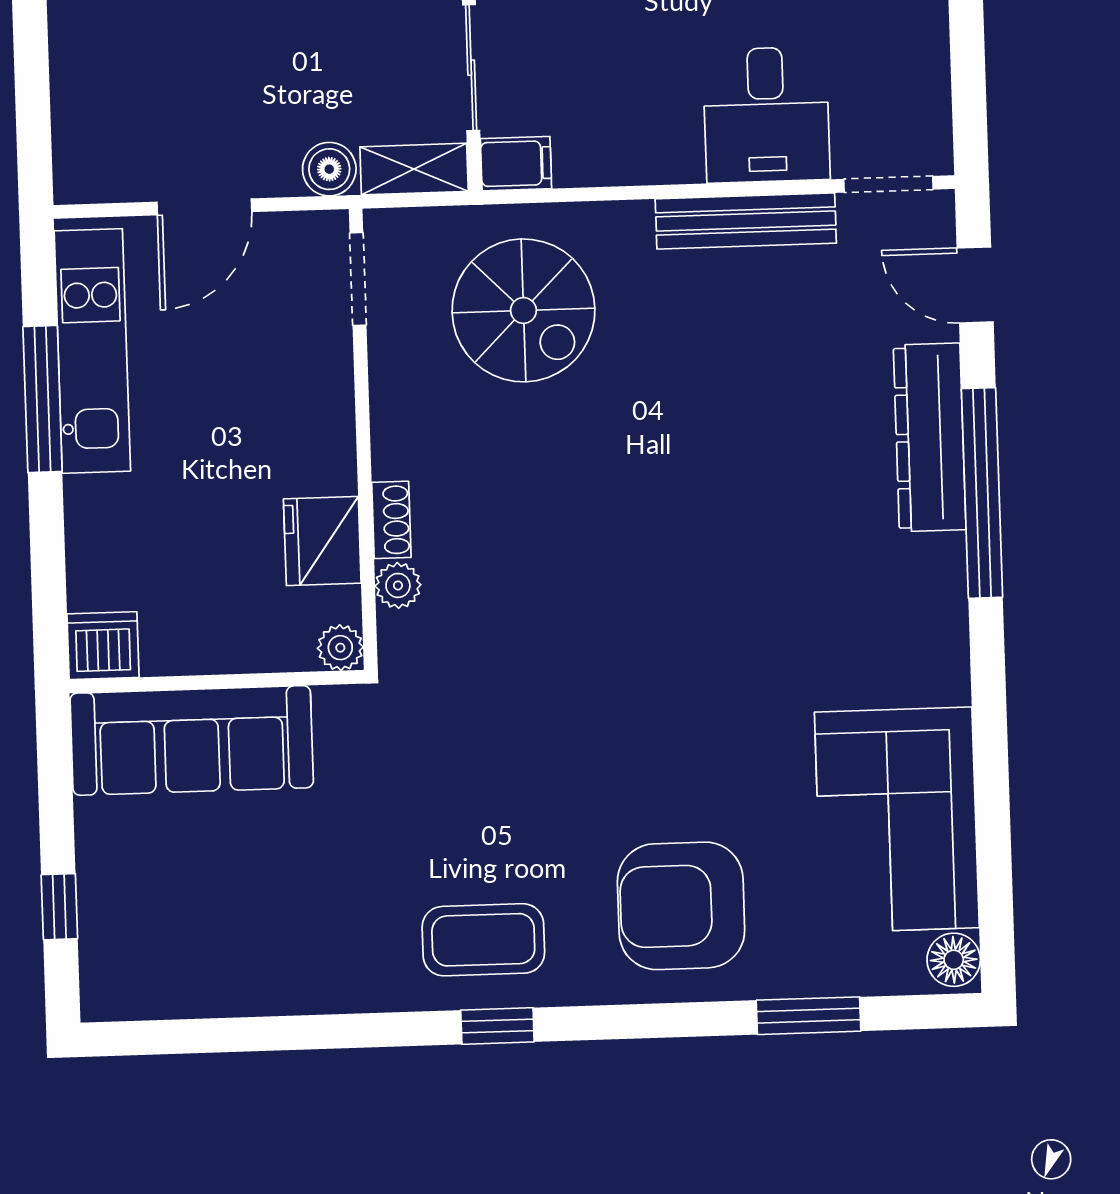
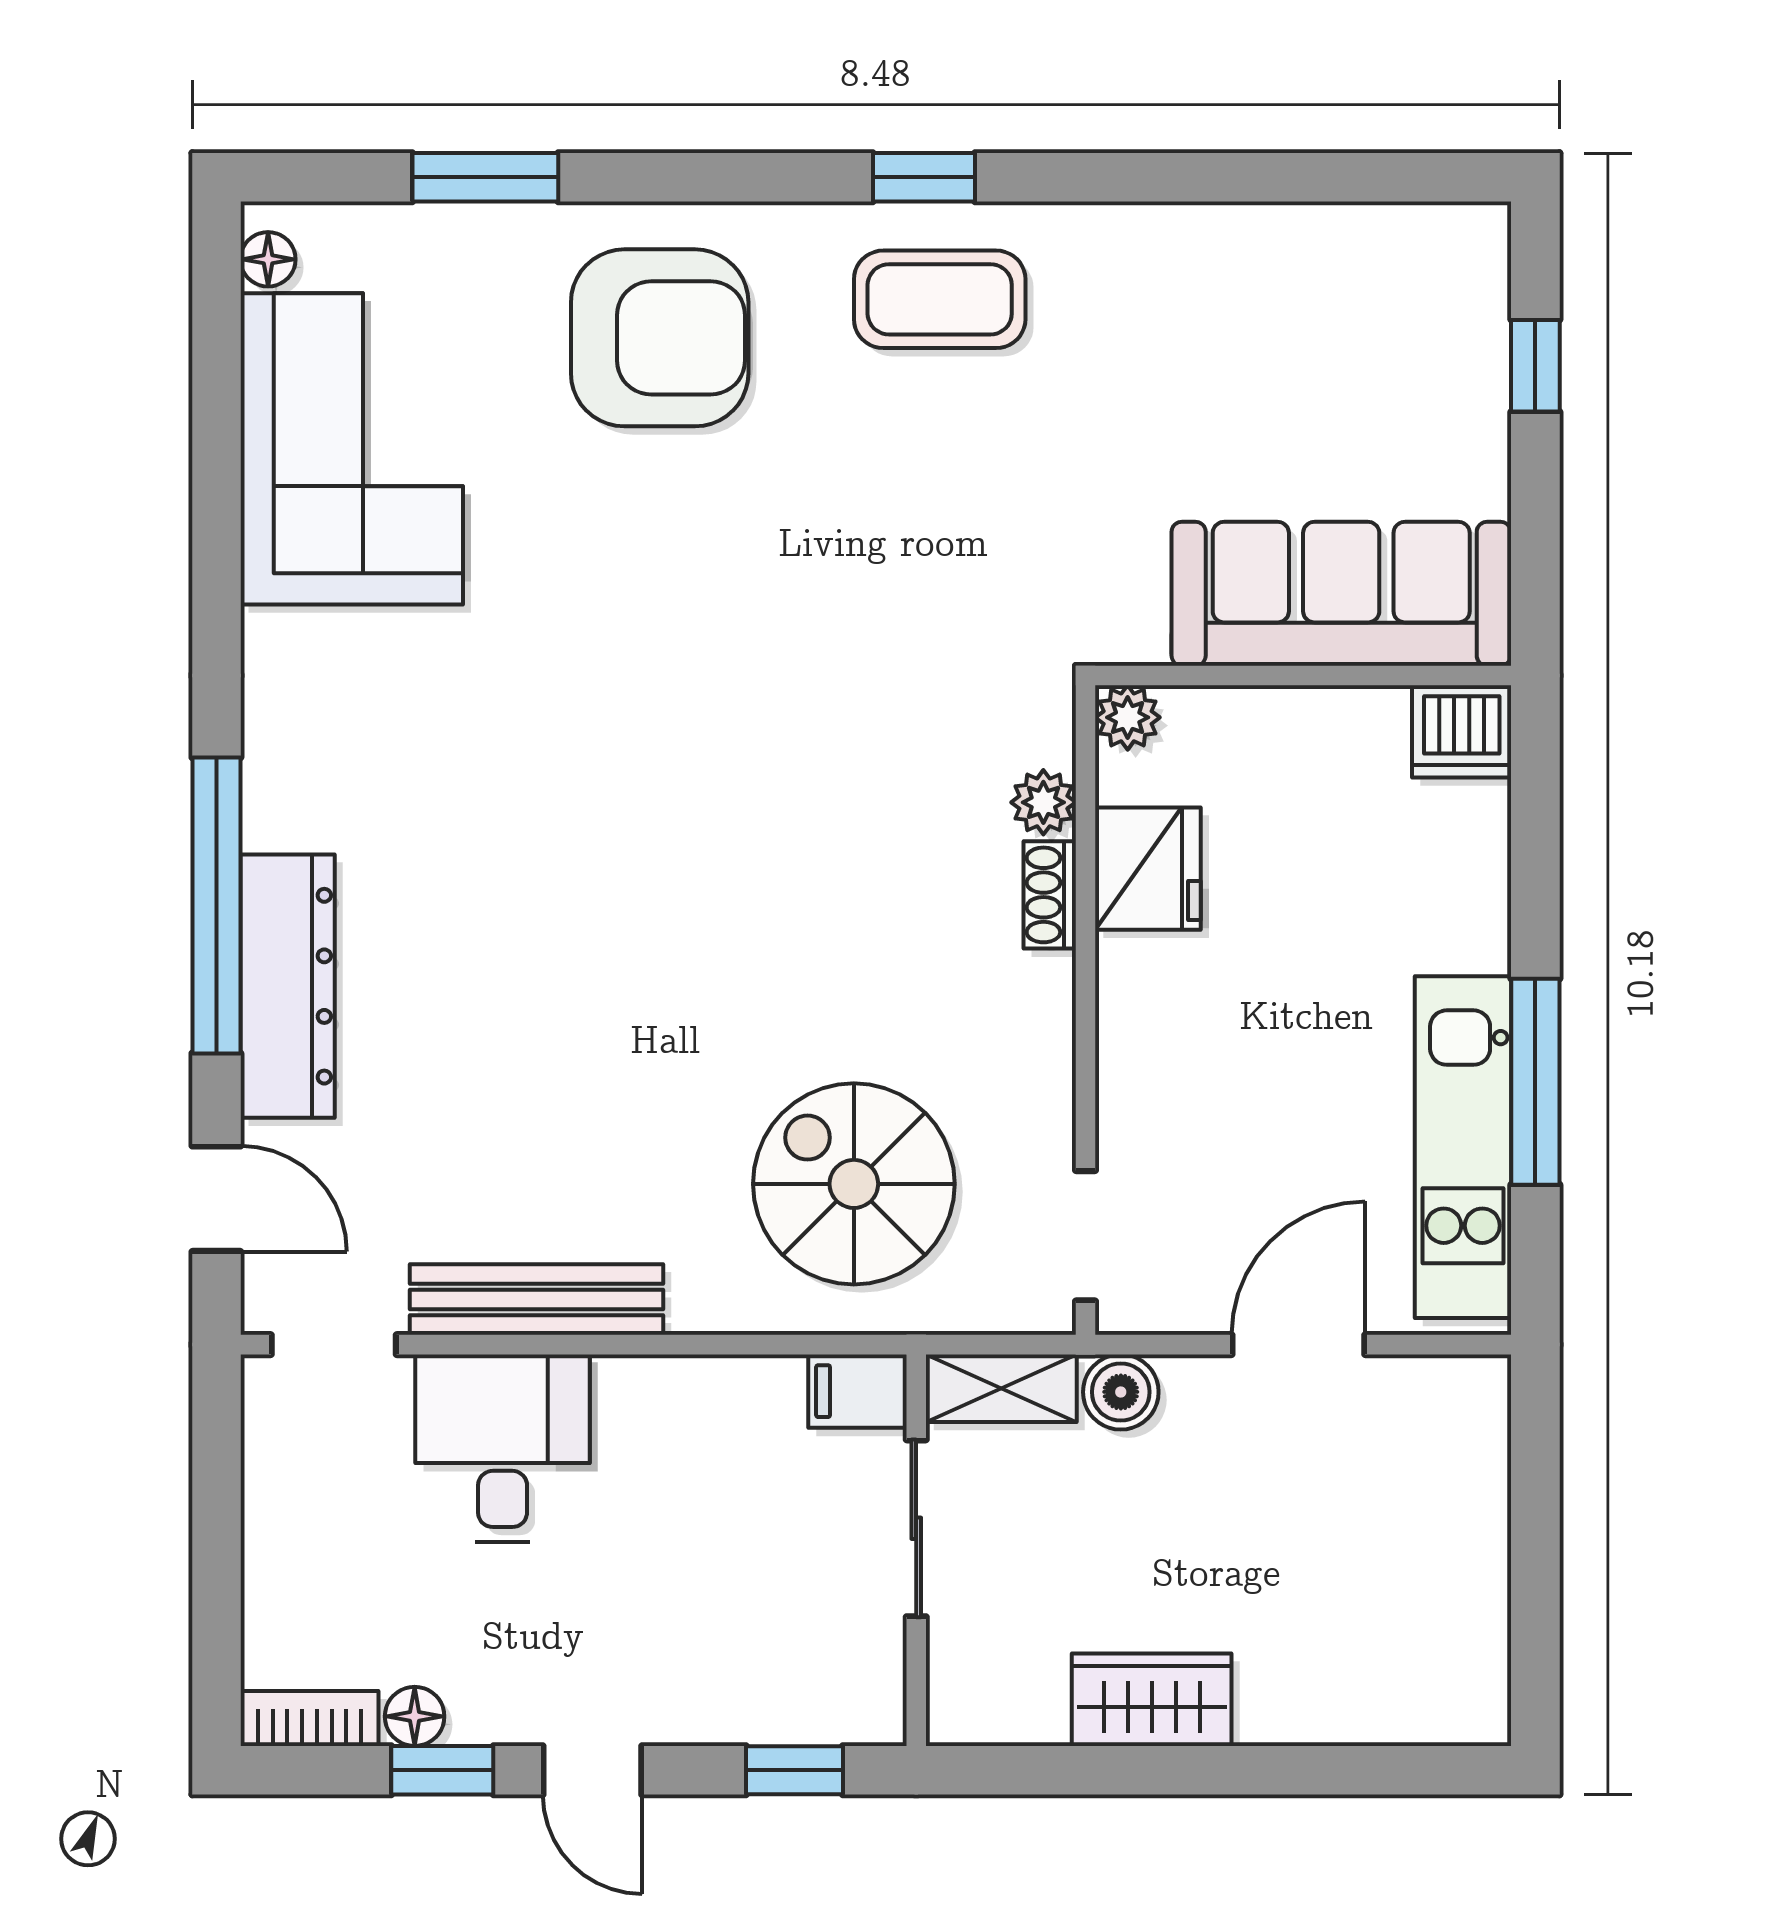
floor lamp: (954, 960) -> (268, 259), width x0.73, depth x0.73

